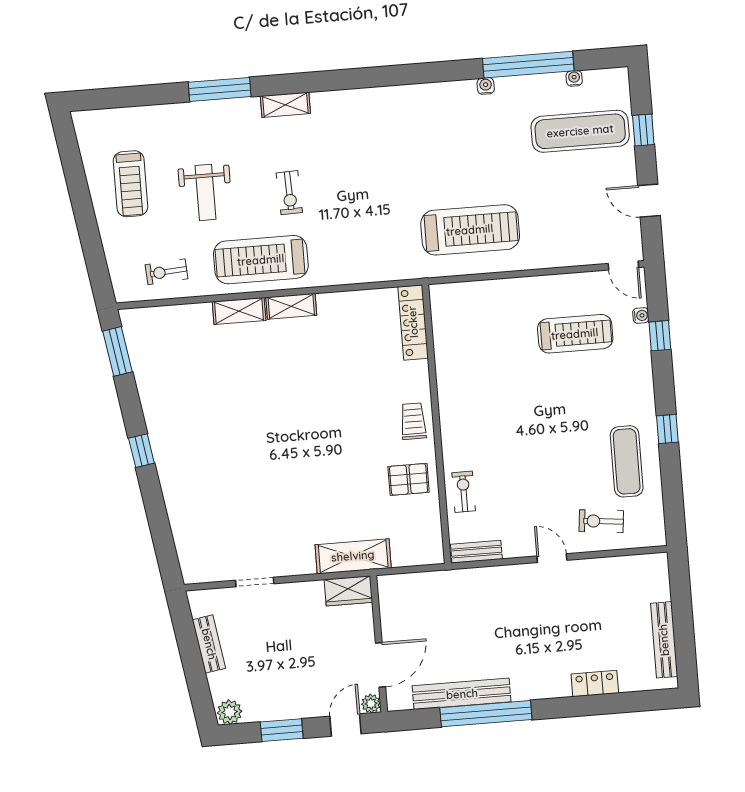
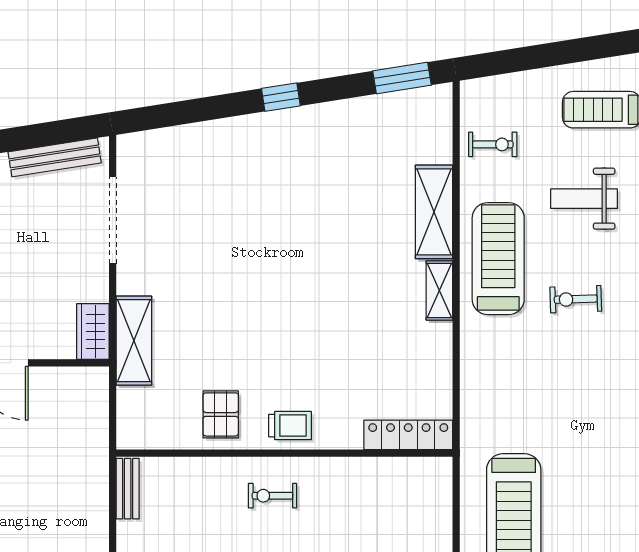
exercise bike: (167, 272) -> (493, 144), turned 94
shelving: (239, 311) -> (434, 212), width x1.50, depth x1.33
exercise bike: (464, 492) -> (272, 496), moved, turned 180
doorway: (255, 582) -> (113, 220), width x1.87
bench: (209, 644) -> (55, 157), width x1.36

